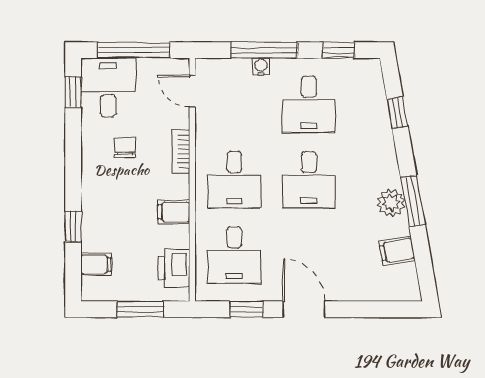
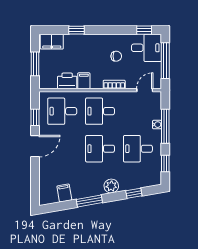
plant: (391, 203) -> (111, 186), moved
filing cabinet: (96, 264) -> (52, 42), width x2.00
printer: (174, 268) -> (67, 81), moved

